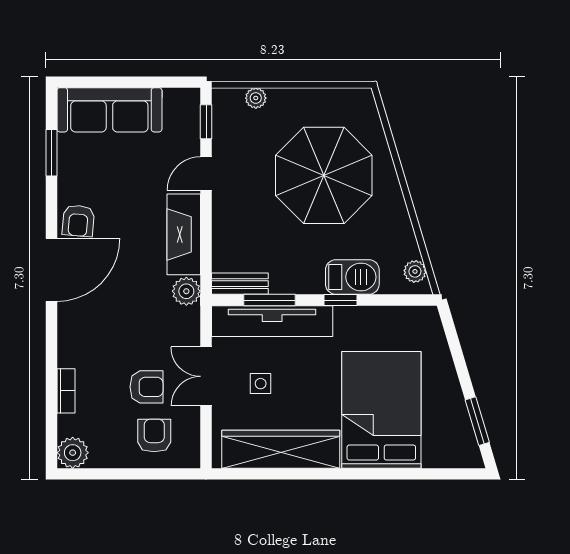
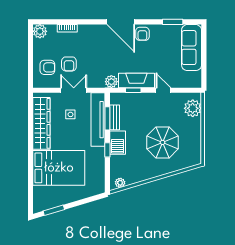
plant: (256, 98) -> (193, 108), width x1.88, depth x1.88
window: (206, 122) -> (133, 90), moved
parasol: (324, 175) -> (163, 142), width x0.73, depth x0.73
armchair: (78, 221) -> (142, 34), turned -95
barbecue: (352, 277) -> (118, 143), moved
bench: (240, 284) -> (115, 117), moved

